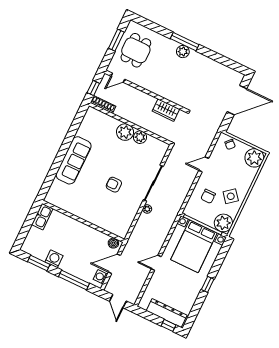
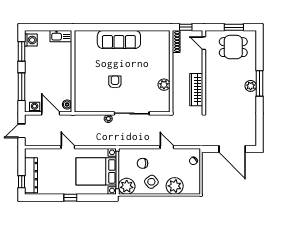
wardrobe: (166, 110) -> (196, 90), width x1.50
plant: (125, 132) -> (162, 70), removed
plant: (254, 158) -> (175, 186), moved
washing machine: (54, 259) -> (31, 40), moved

